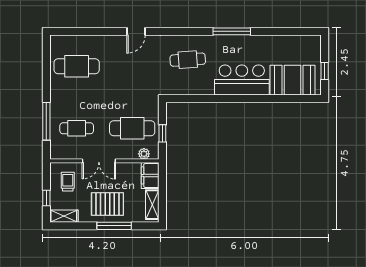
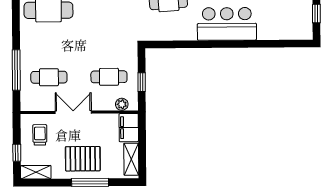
booth: (293, 80) -> (282, 24), removed
cafe table: (132, 128) -> (109, 77), width x0.73, depth x0.74
double door: (99, 161) -> (73, 112), swing flipped

